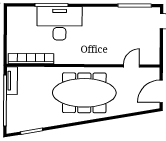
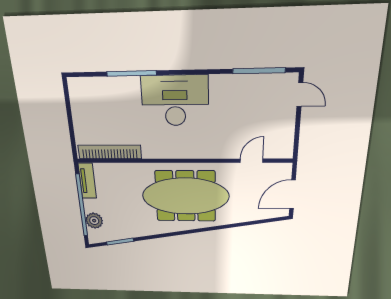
desk: (60, 23) -> (175, 101), moved
plant: (13, 113) -> (94, 221), added

